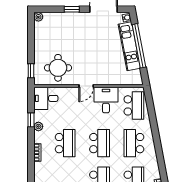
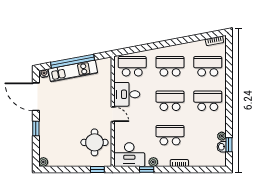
desk: (46, 98) -> (129, 155), width x1.37
school desk: (134, 143) -> (170, 66), turned 180

